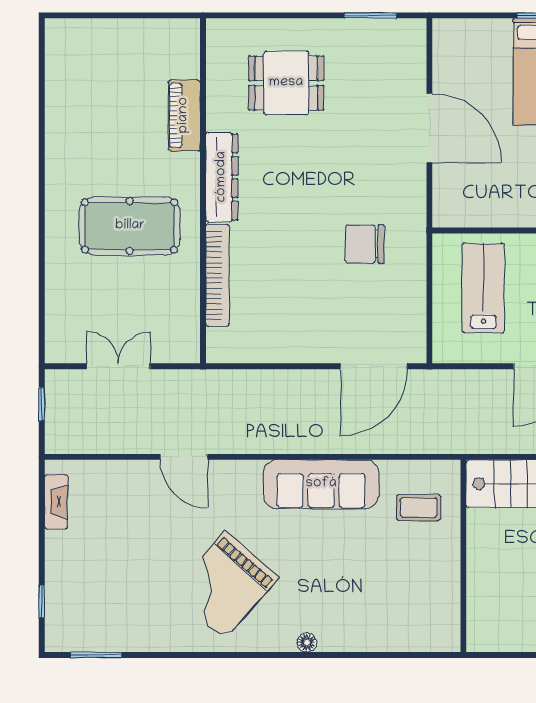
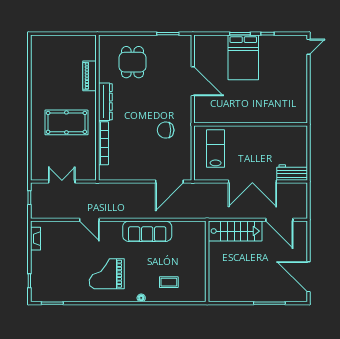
dining table: (286, 83) -> (132, 62), turned 90
coffee table: (419, 508) -> (169, 282), moved
grand piano: (225, 585) -> (107, 274), turned 49

